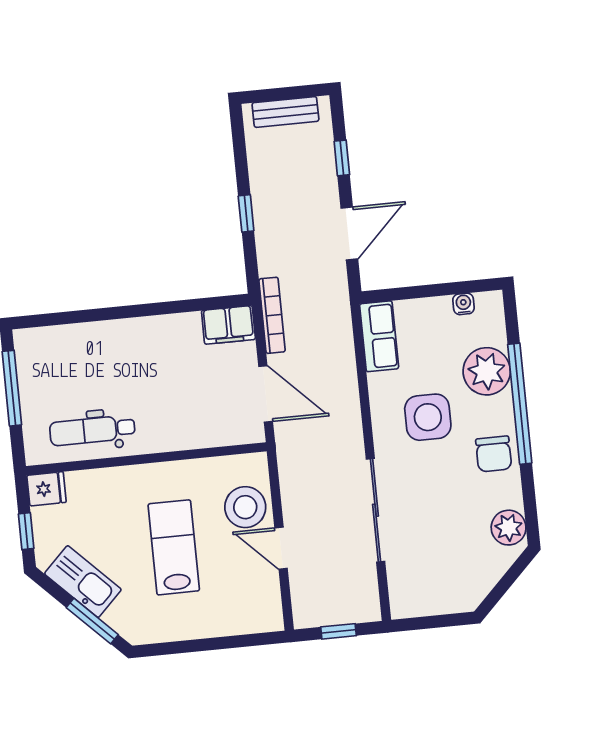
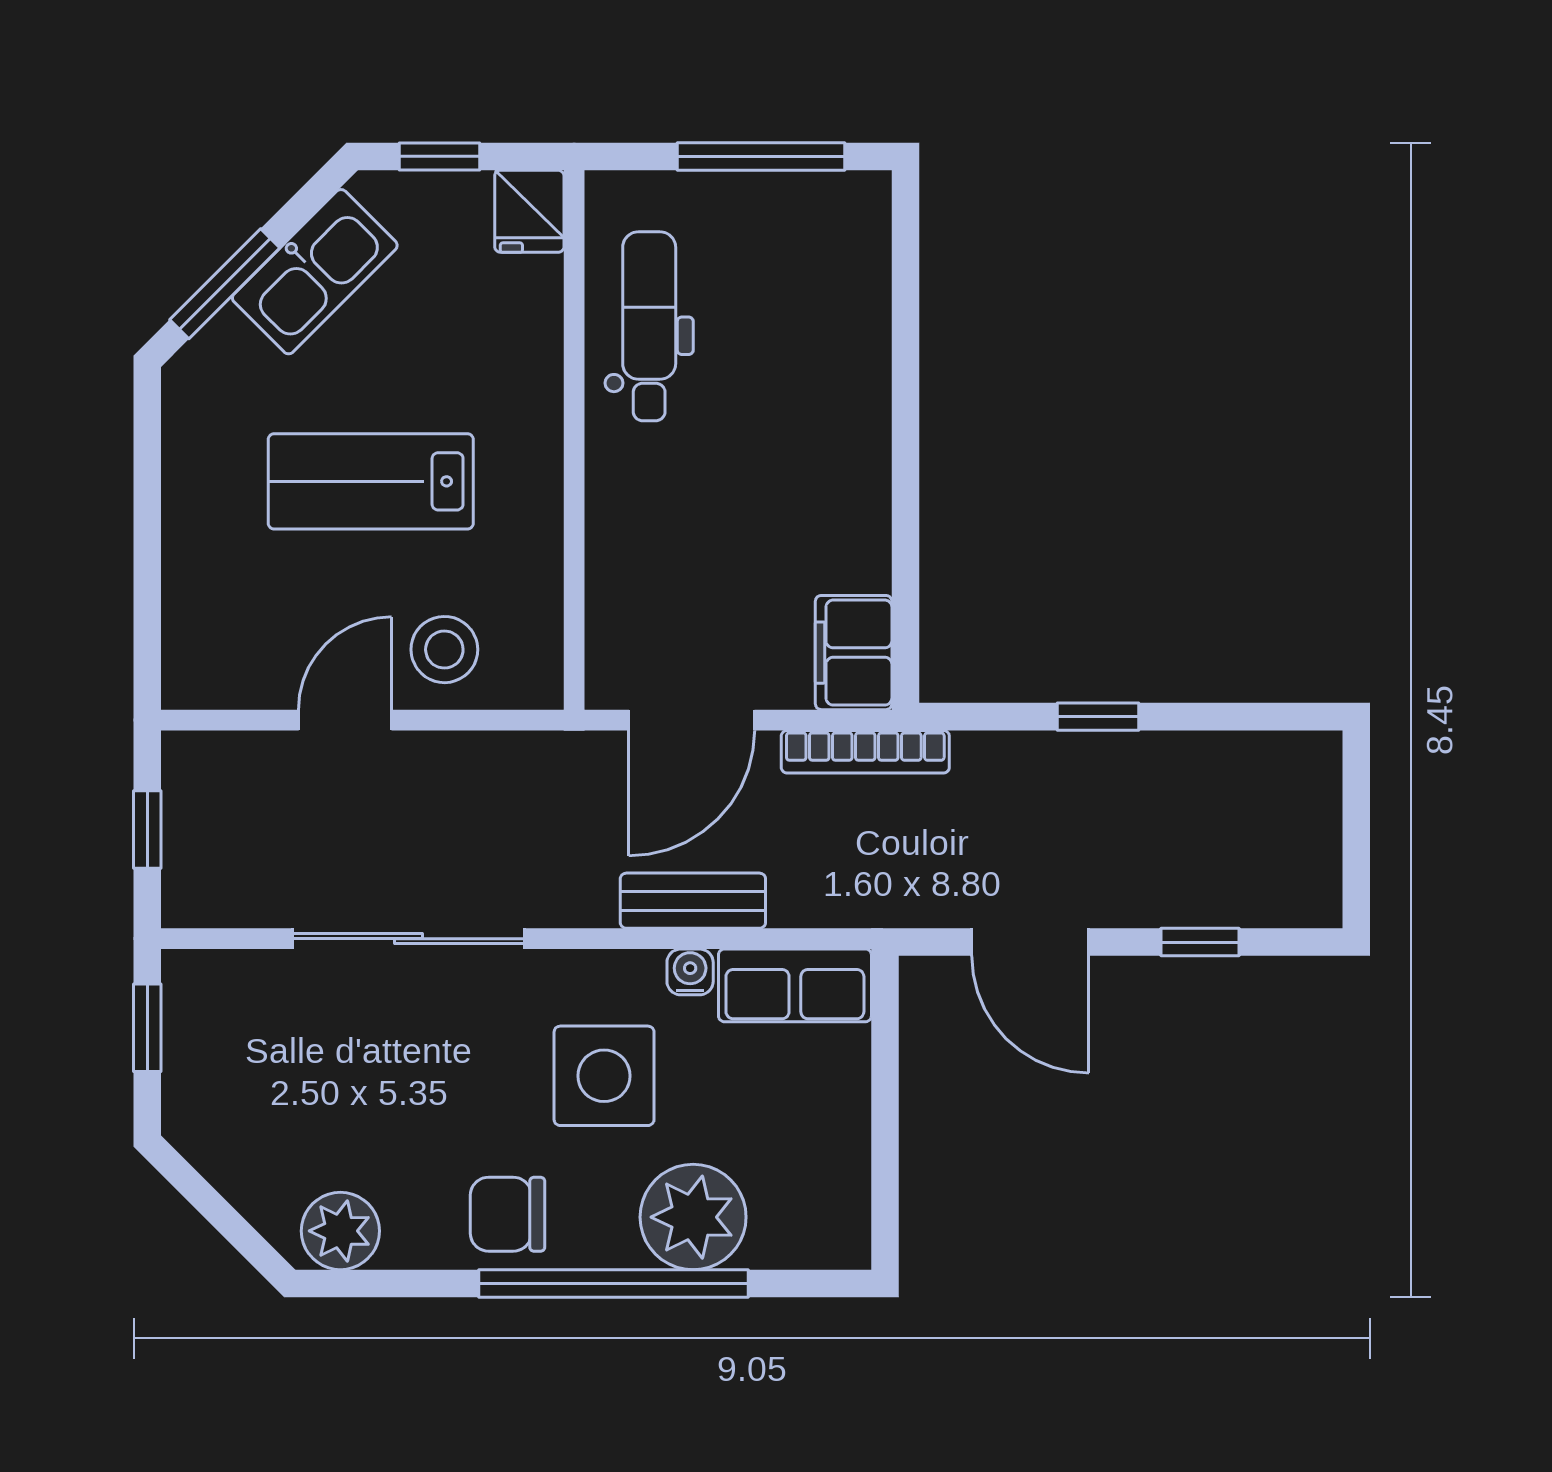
bench: (285, 112) -> (693, 901), moved, turned 90
water cooler: (463, 304) -> (690, 972), moved, turned -90
stool: (245, 507) -> (444, 650), width x0.73, depth x0.73
lab bench: (174, 547) -> (371, 481), turned 180
window: (427, 623) -> (147, 1028), added

